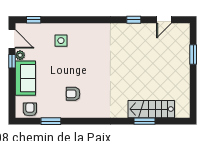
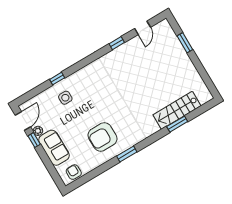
window: (34, 20) -> (57, 79), moved
door: (12, 39) -> (23, 121), hinge flipped
armchair: (73, 94) -> (103, 137), width x1.88, depth x1.88
window: (51, 121) -> (127, 154), moved

